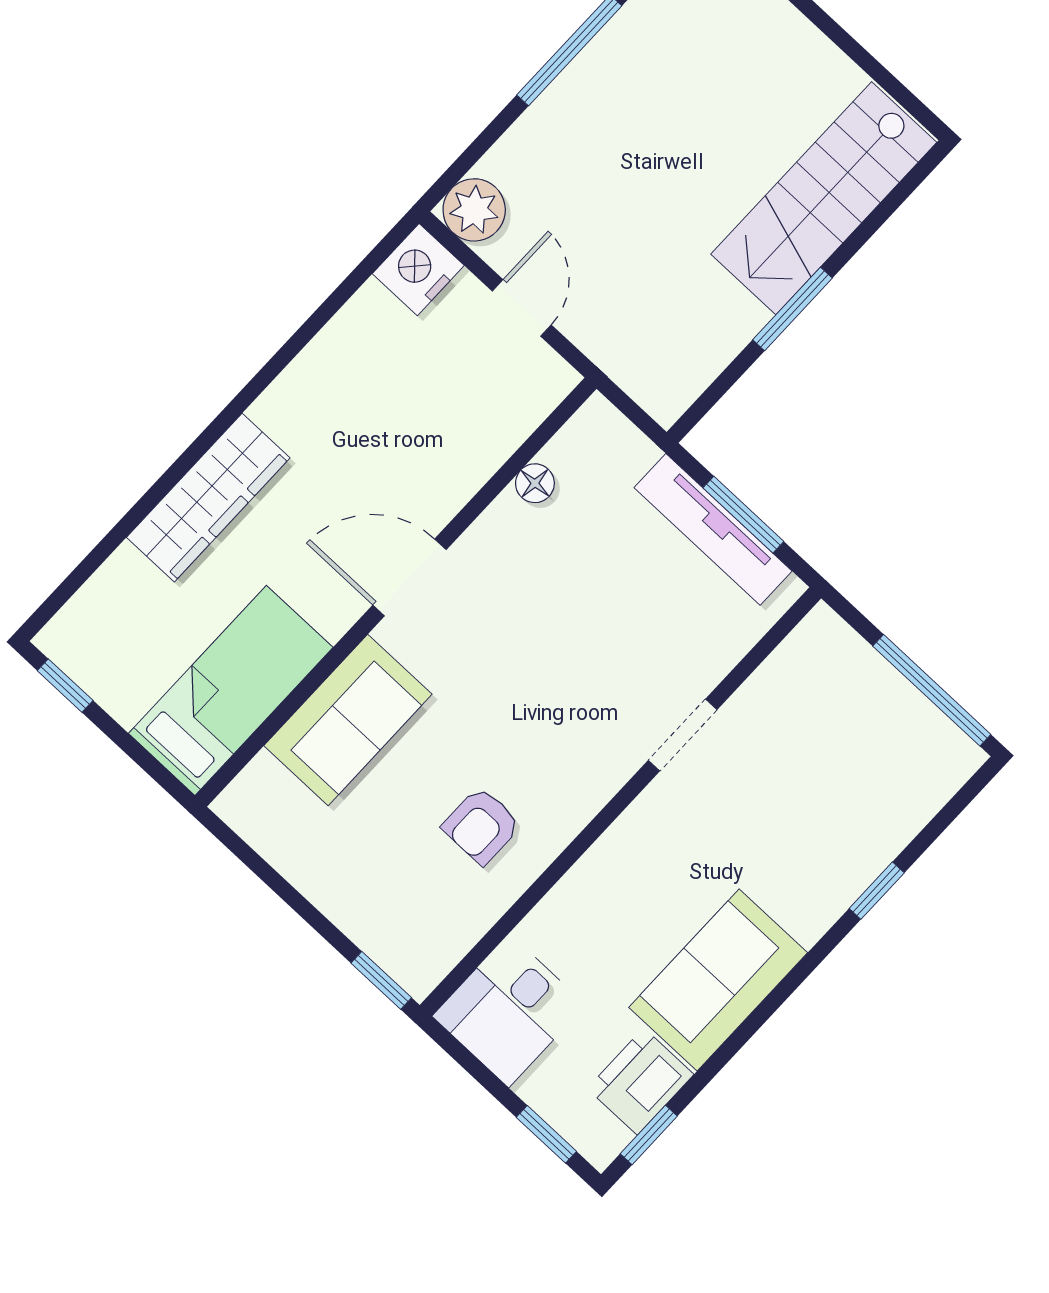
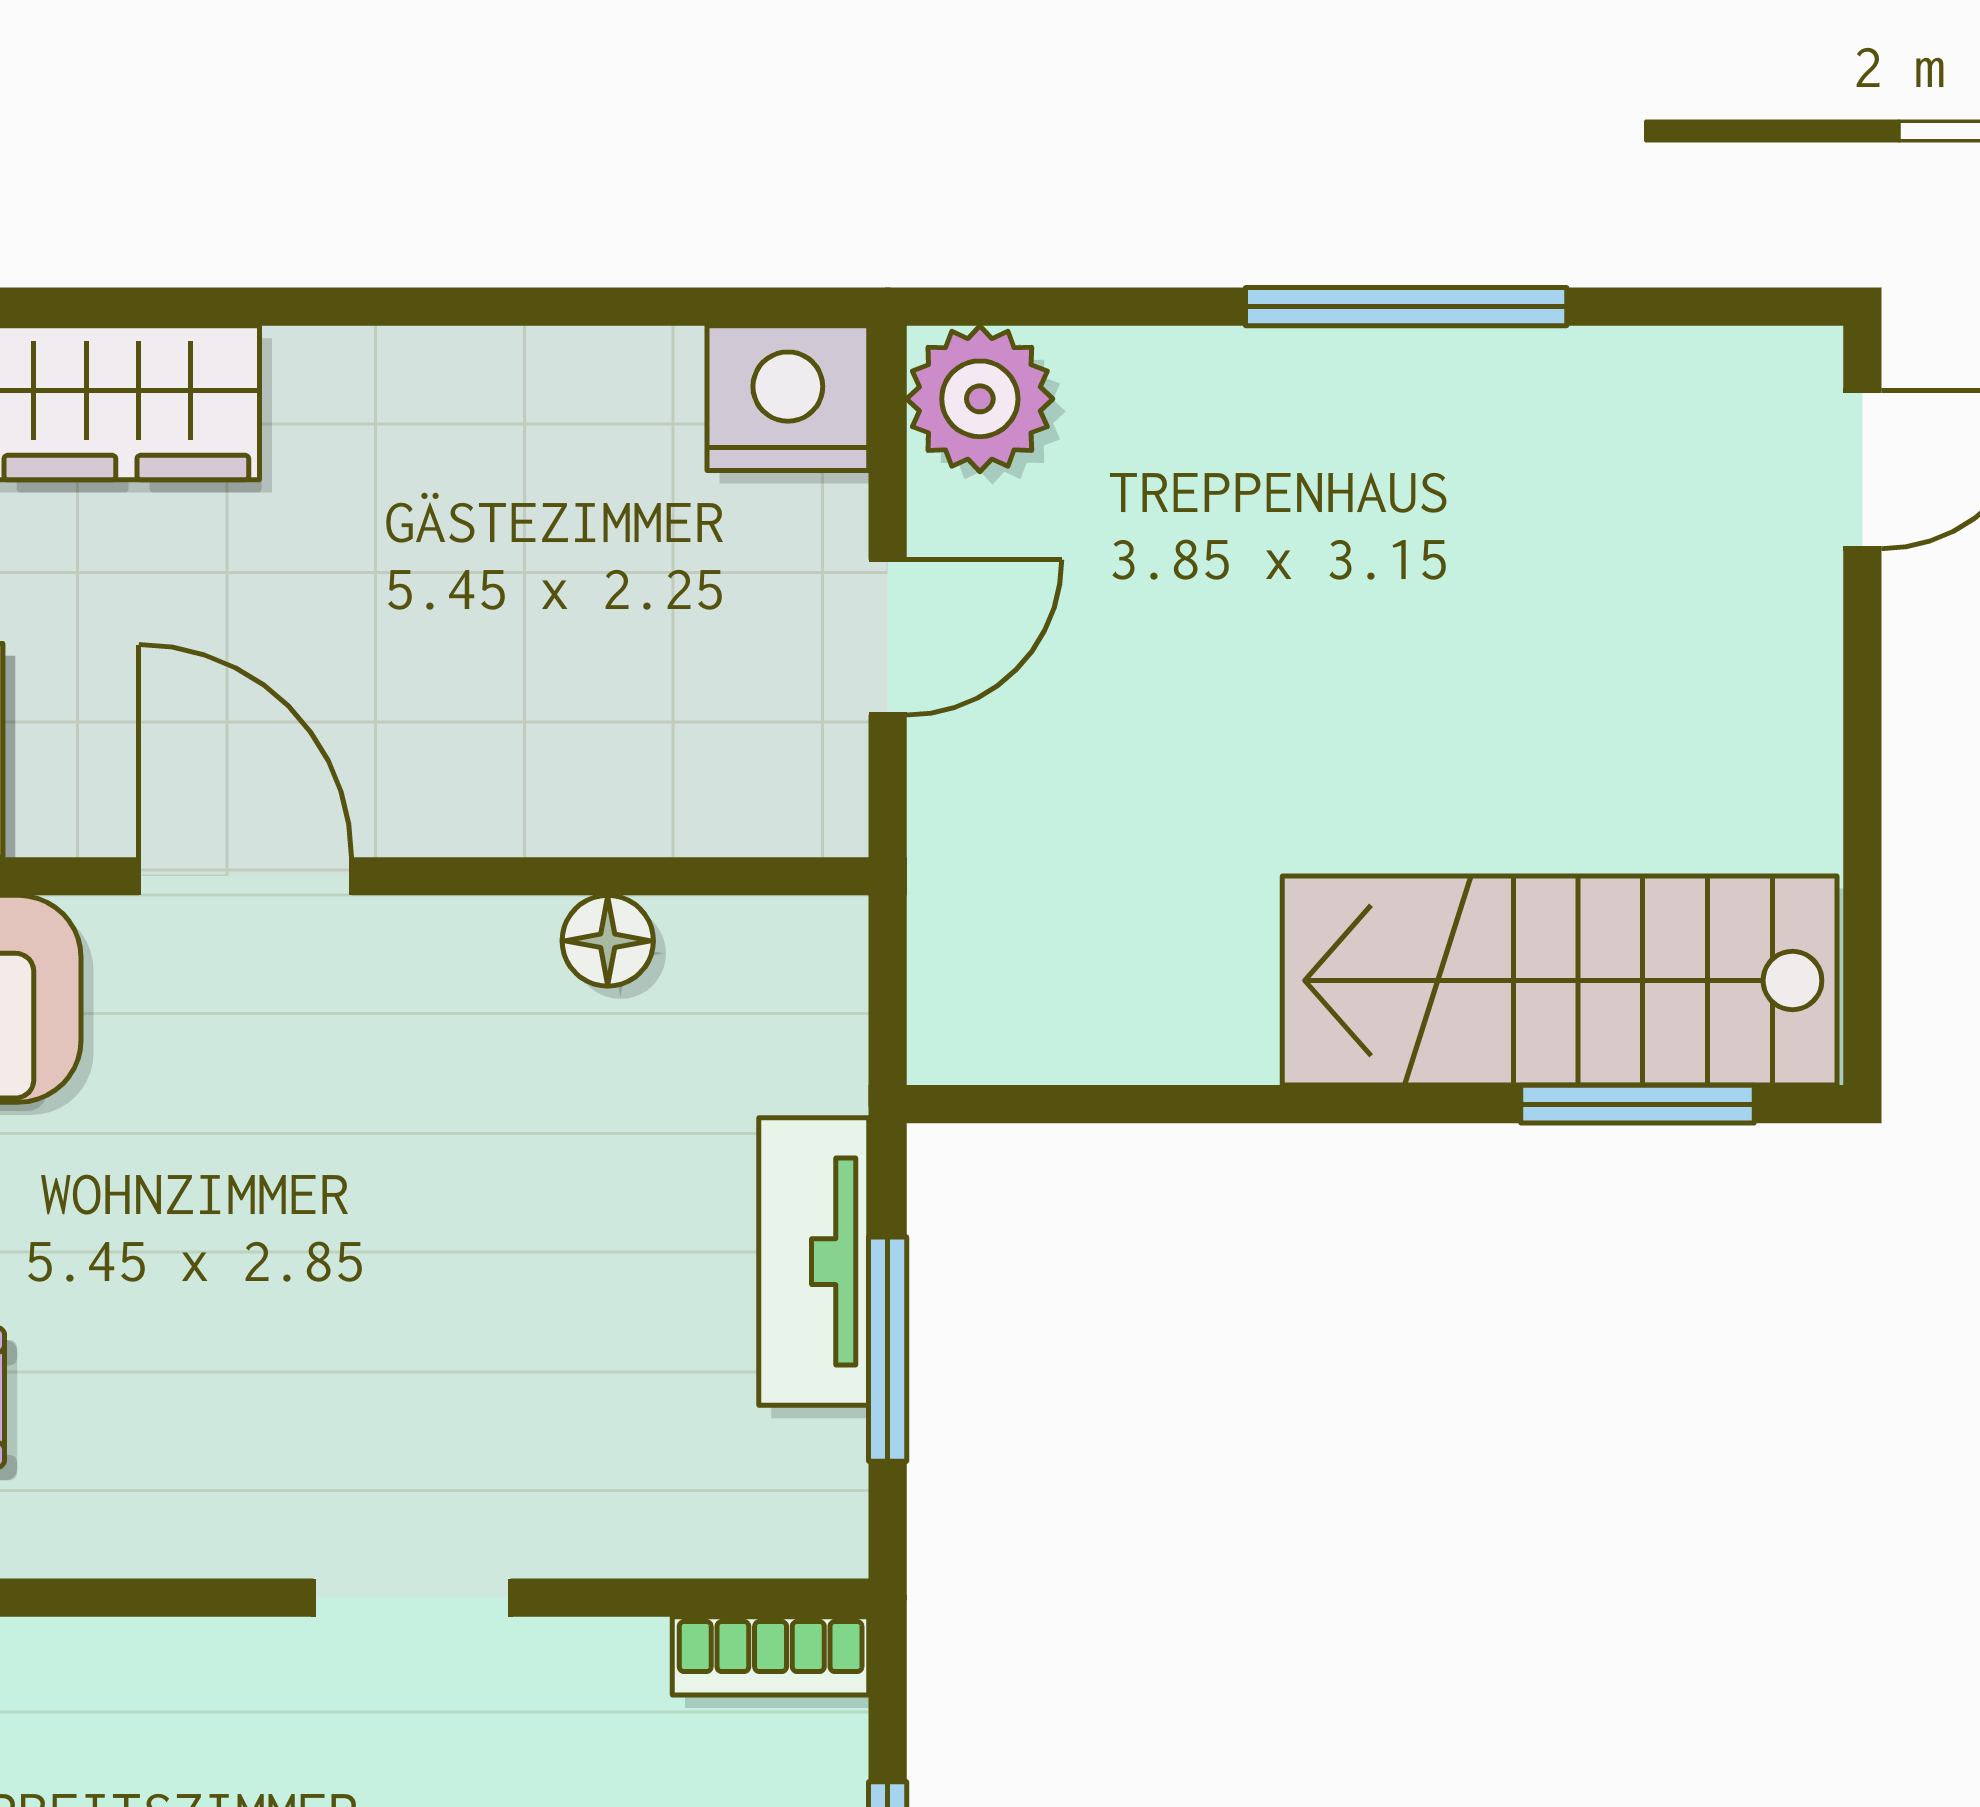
window: (793, 309) -> (1637, 1104), moved
tv unit: (713, 529) -> (814, 1262), width x0.71
bookcase: (805, 640) -> (771, 1656), added

